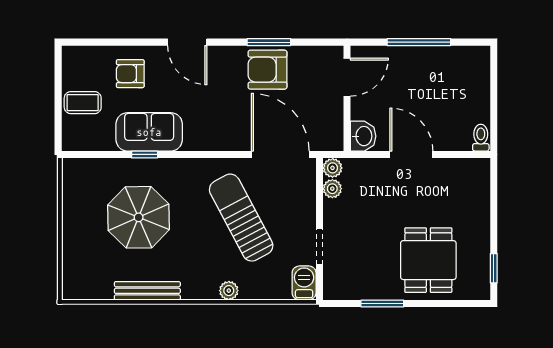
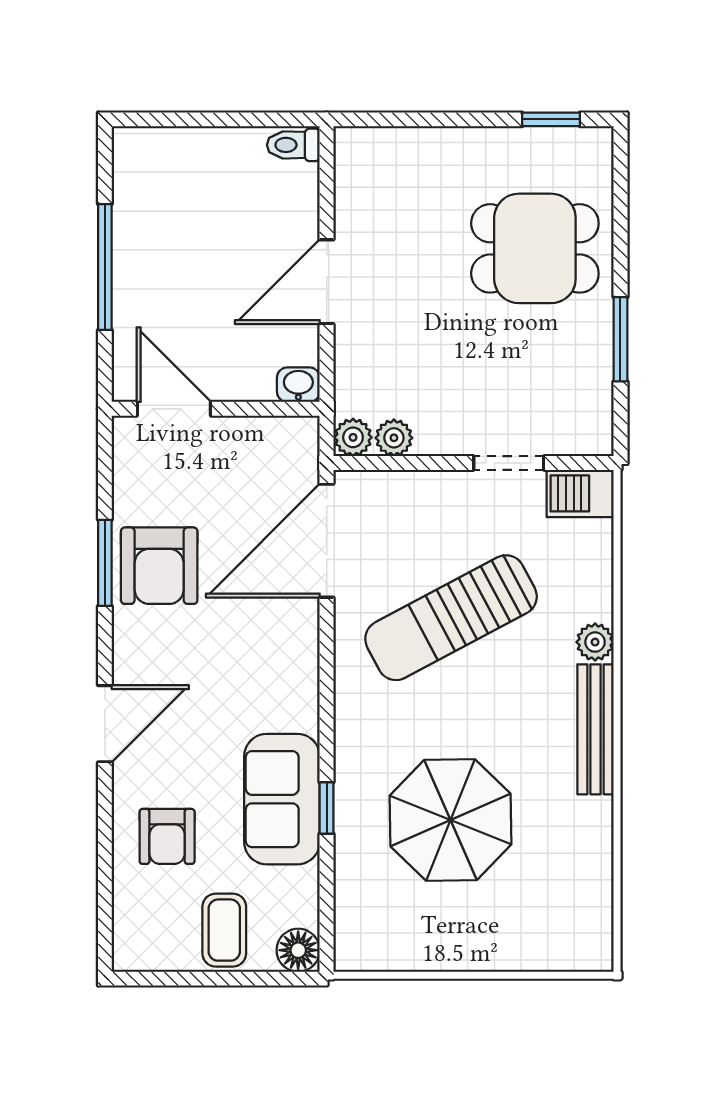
washbasin: (363, 136) -> (298, 385), width x0.72, depth x0.69
floor lamp: (73, 140) -> (298, 950), added
bench: (147, 291) -> (595, 729), moved

